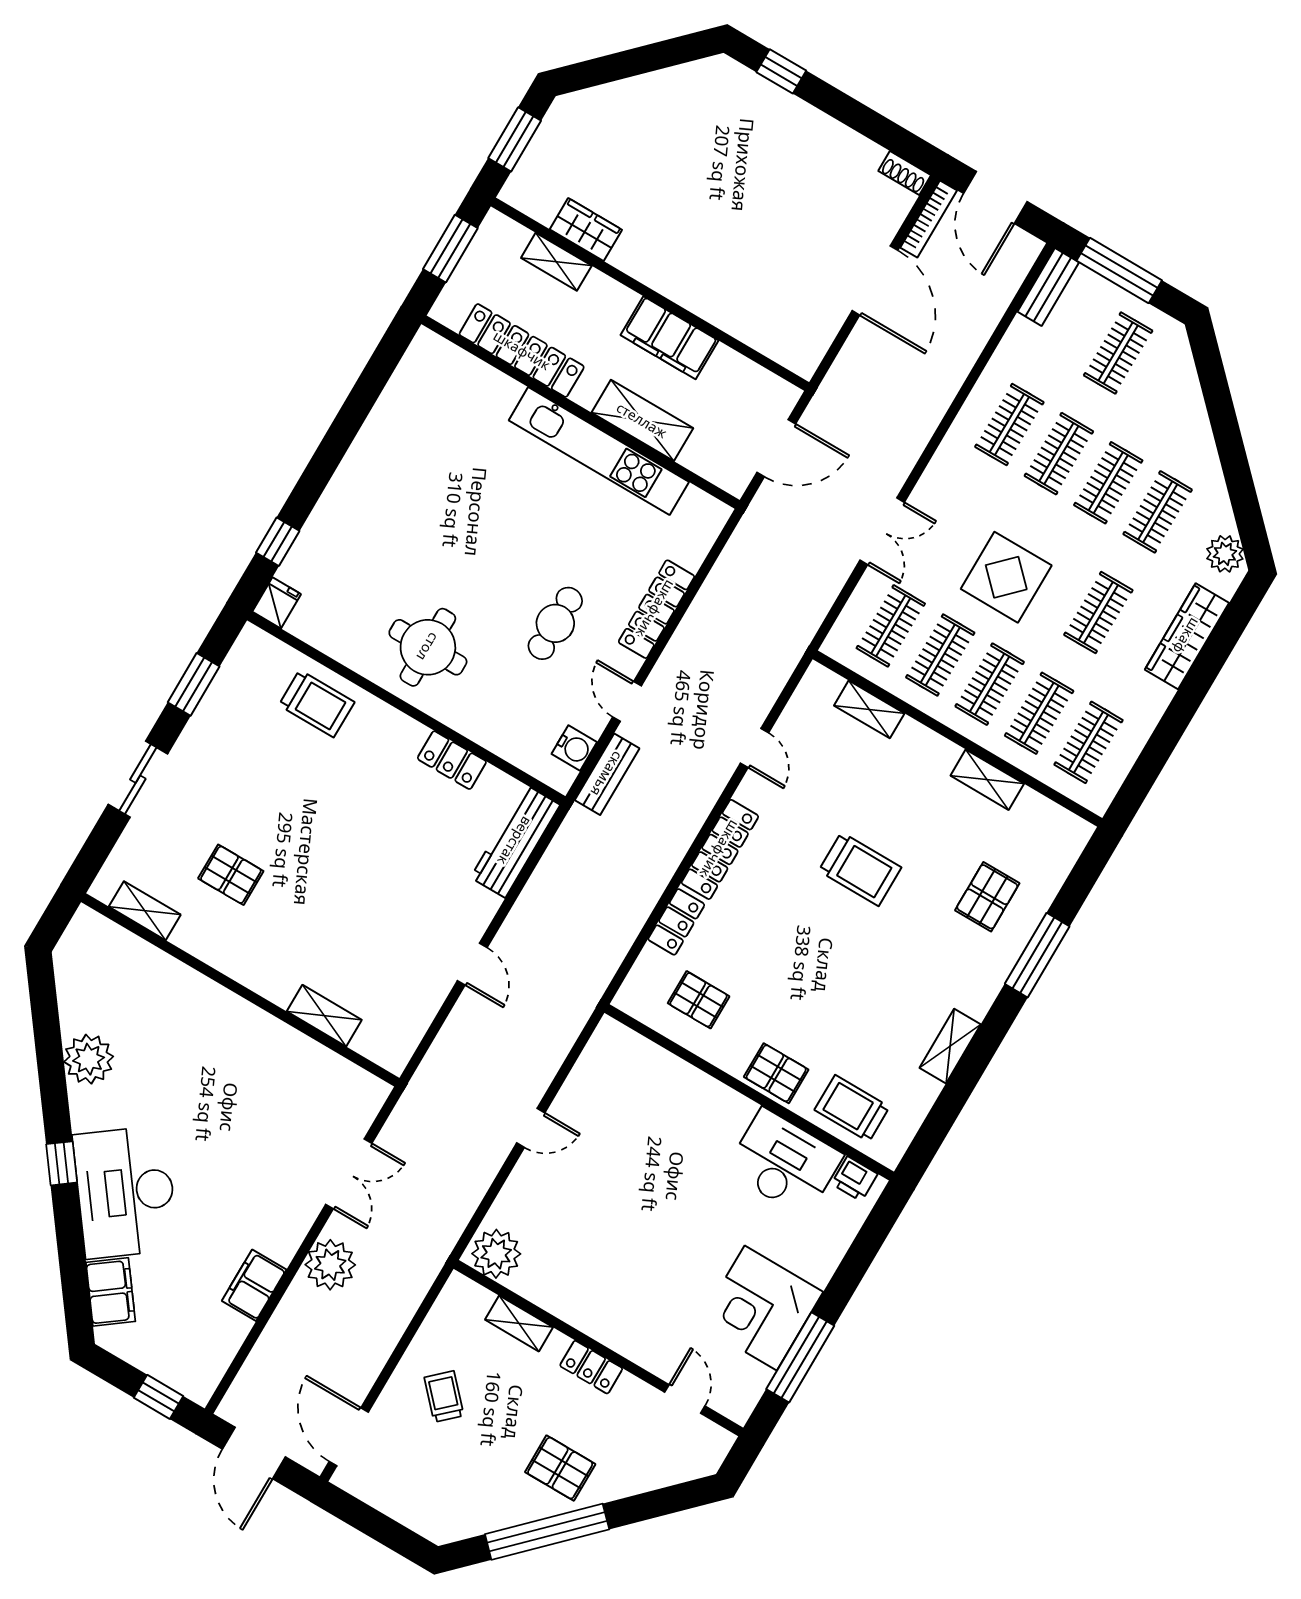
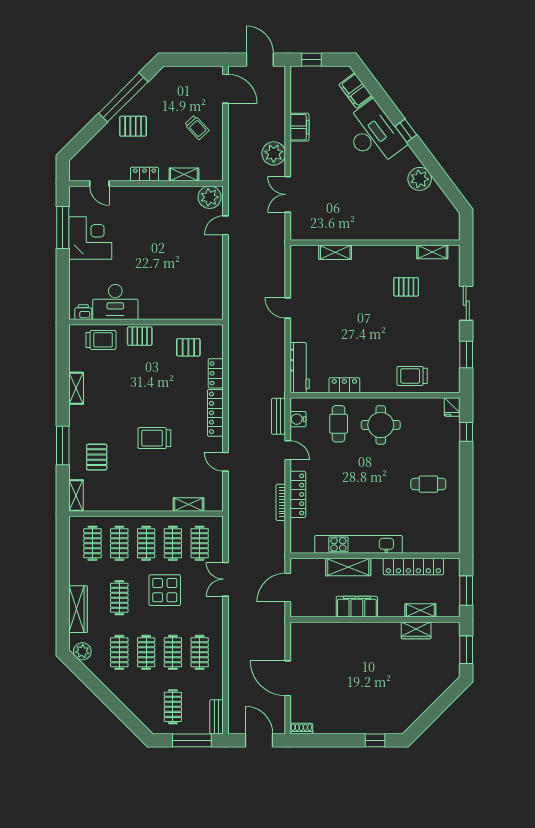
bookcase: (929, 219) -> (281, 502), moved
cafe table: (404, 486) -> (428, 484), added
cafe table: (555, 623) -> (339, 424), moved
shelving: (987, 780) -> (76, 495), moved, turned 90
door: (531, 1128) -> (226, 225), moved

